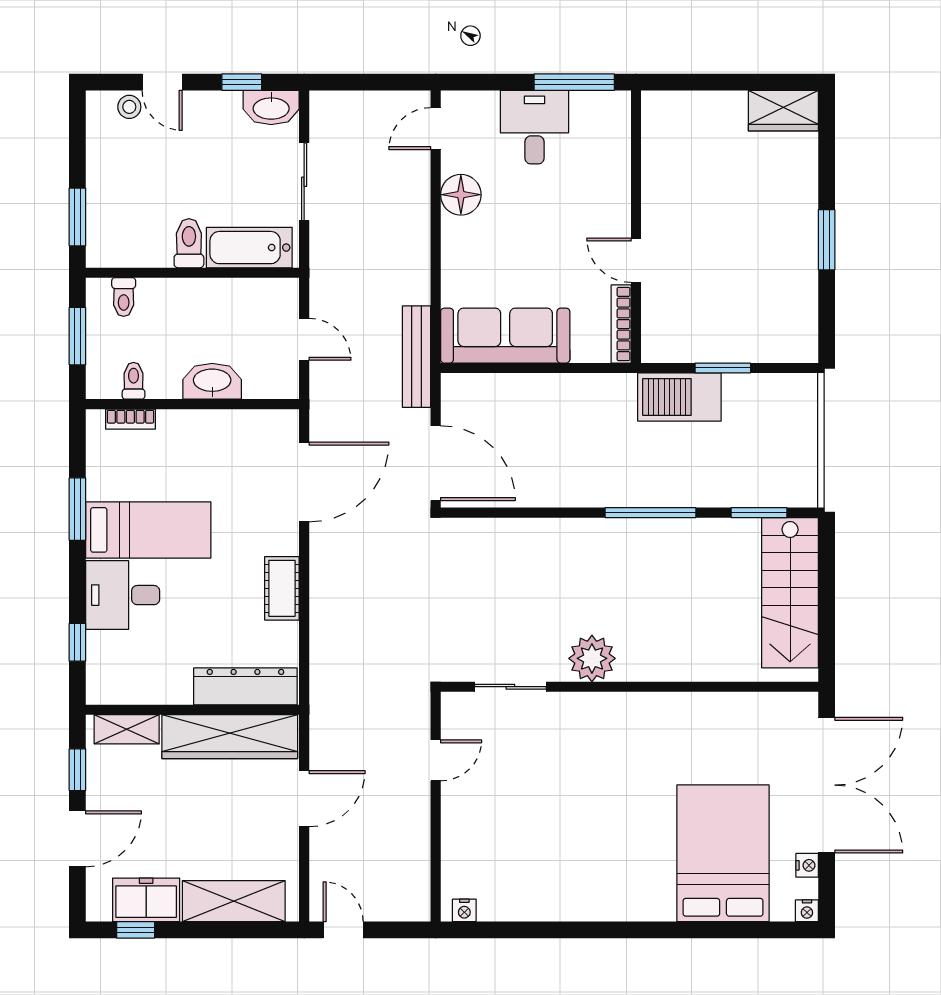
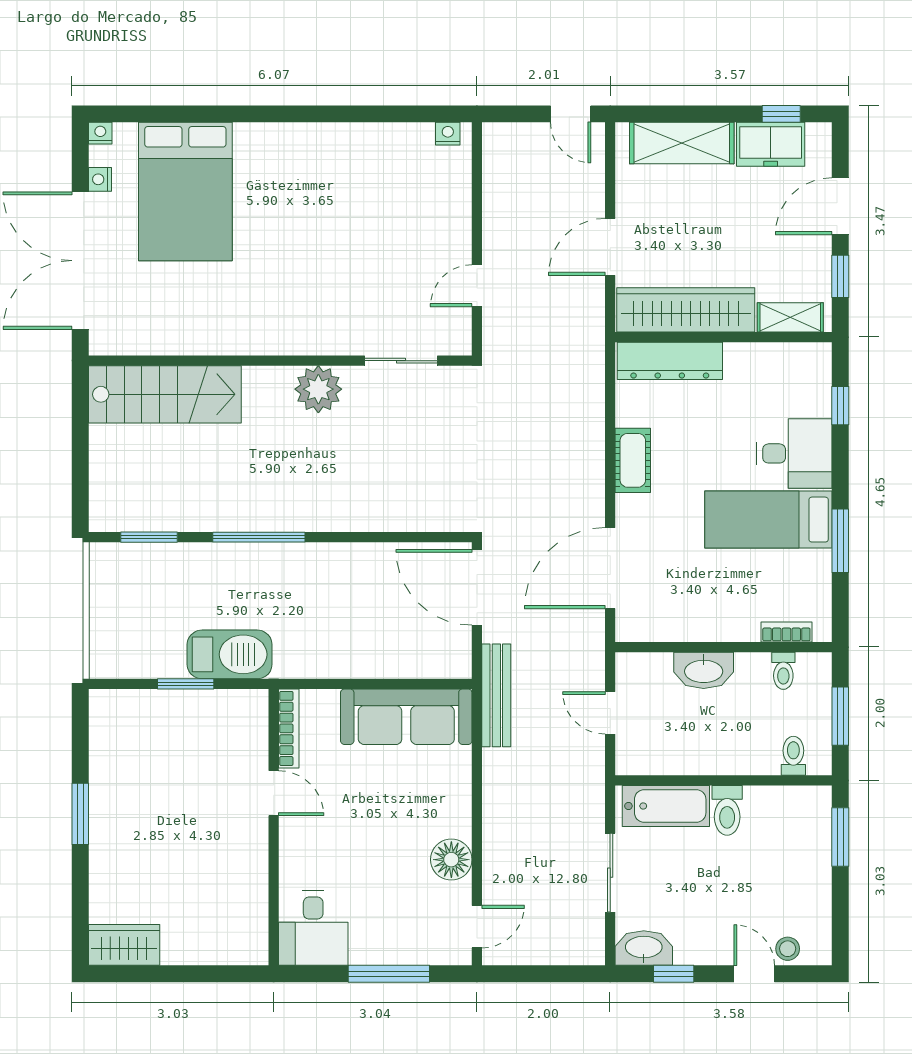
window: (574, 82) -> (389, 974), moved
desk: (534, 127) -> (313, 928), moved
stairs: (790, 593) -> (165, 394), moved, turned 90

